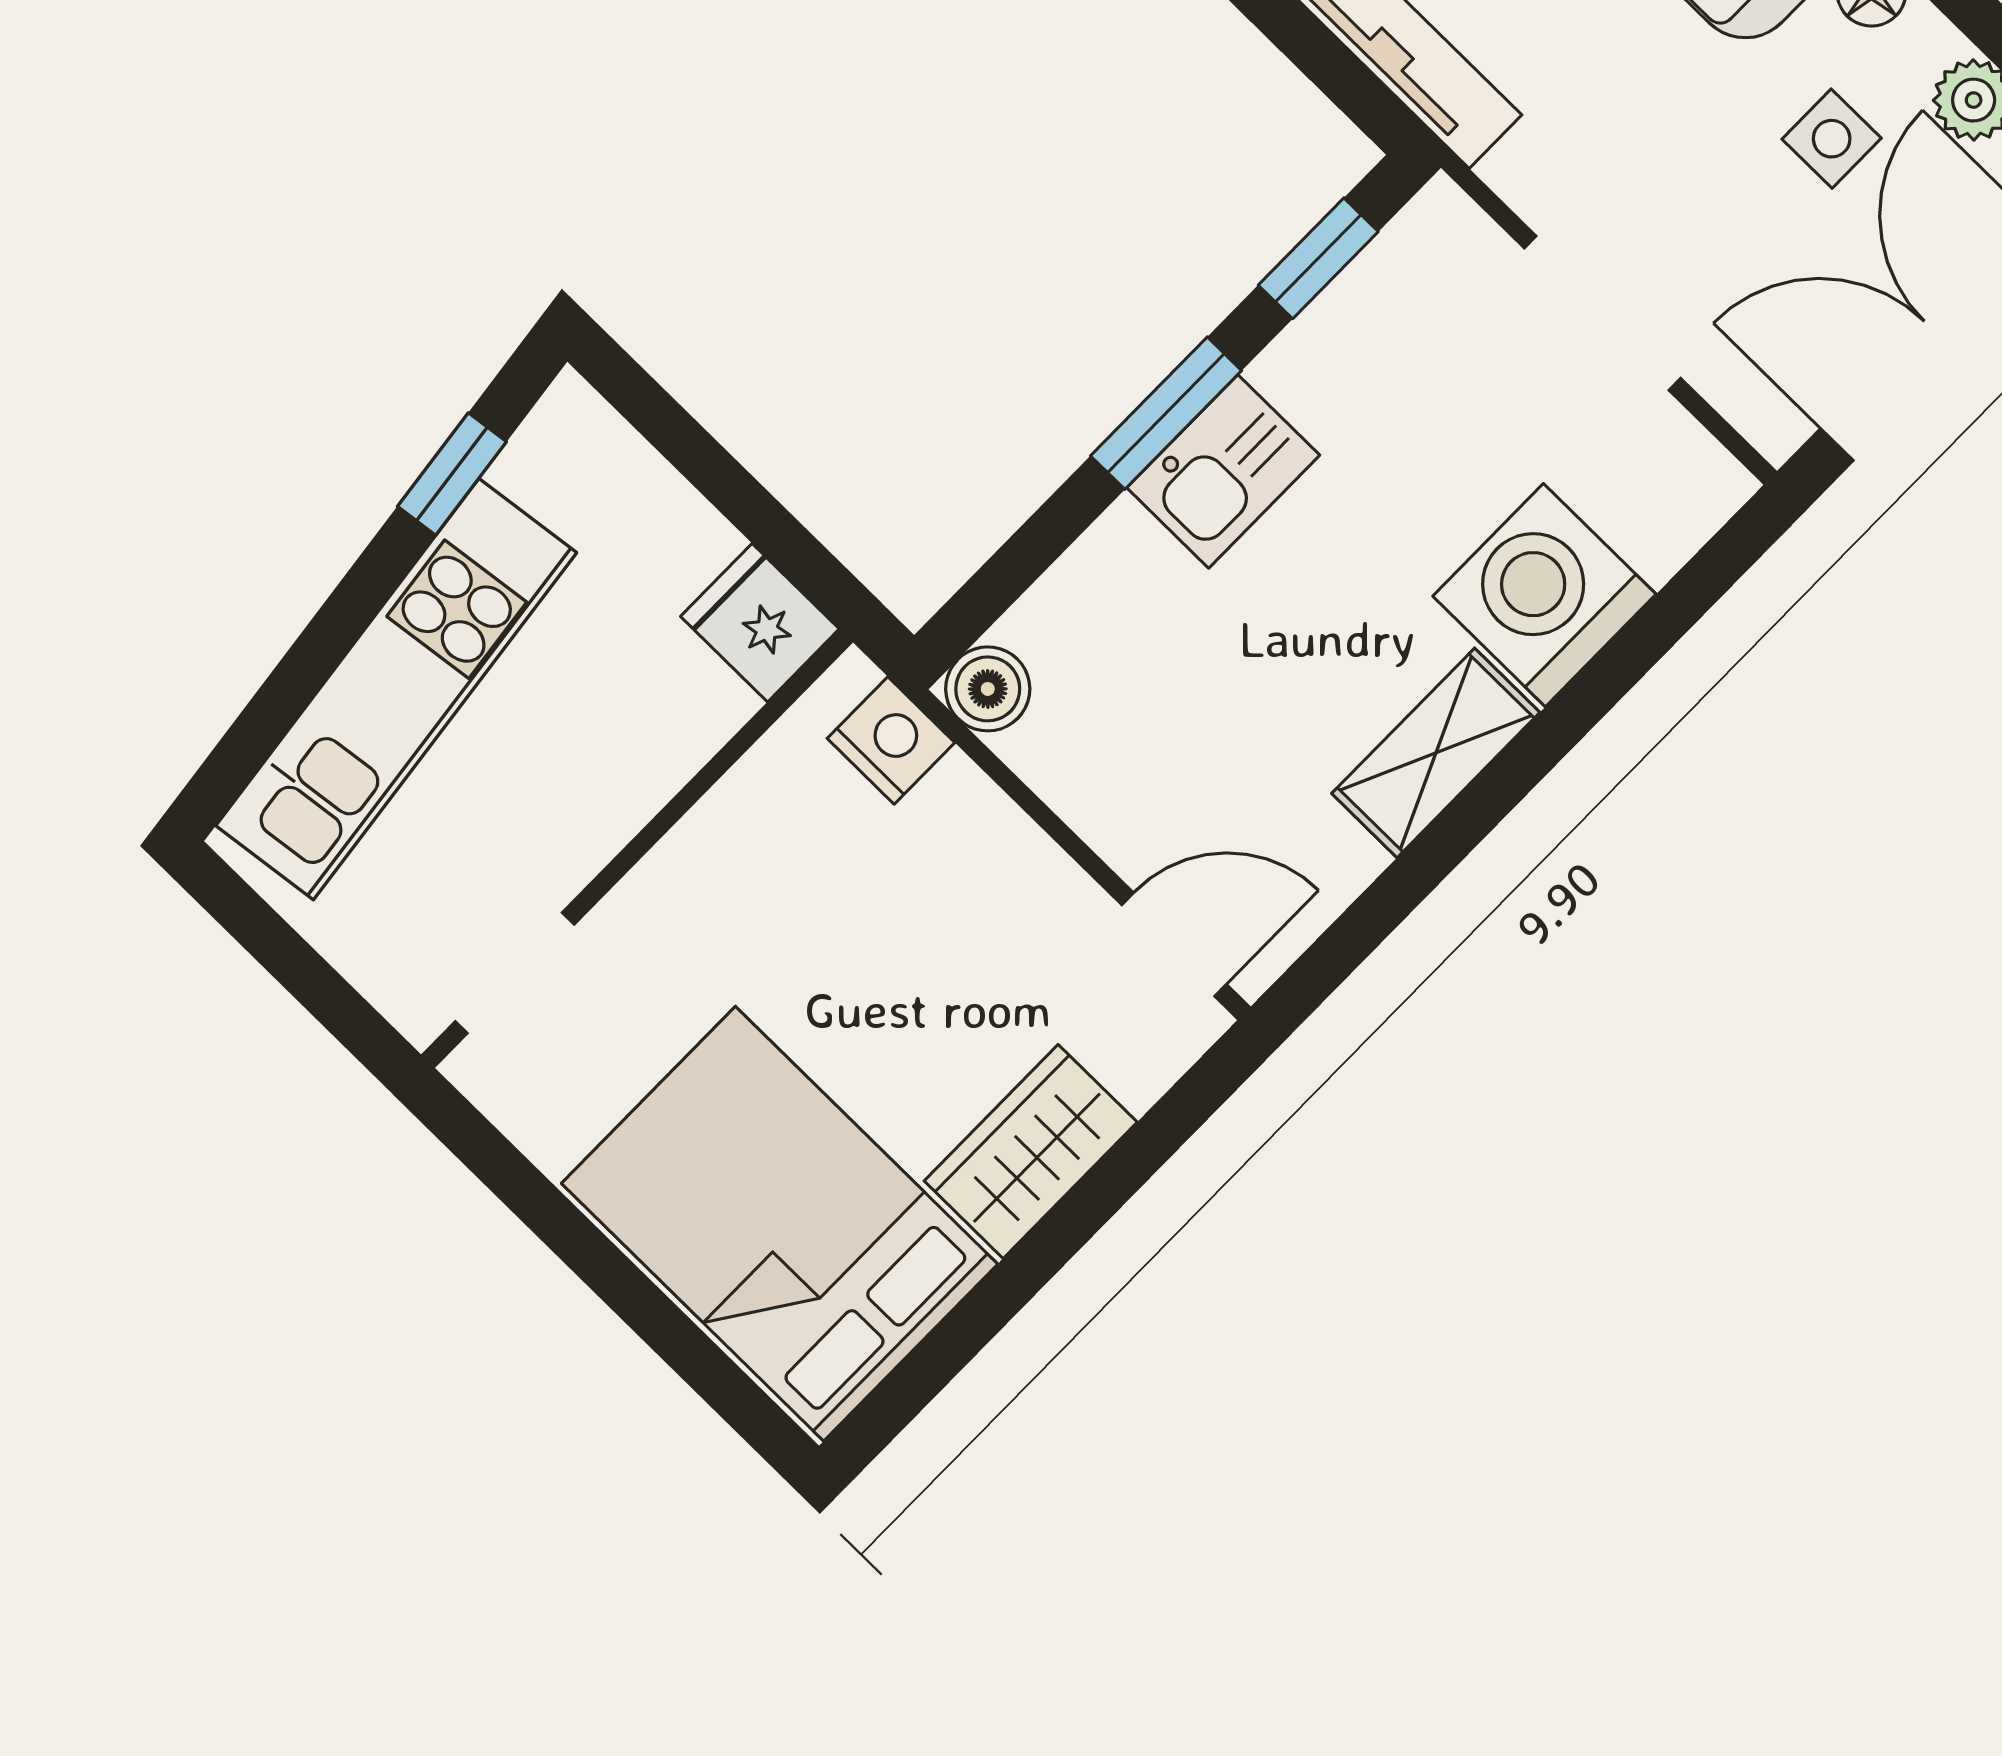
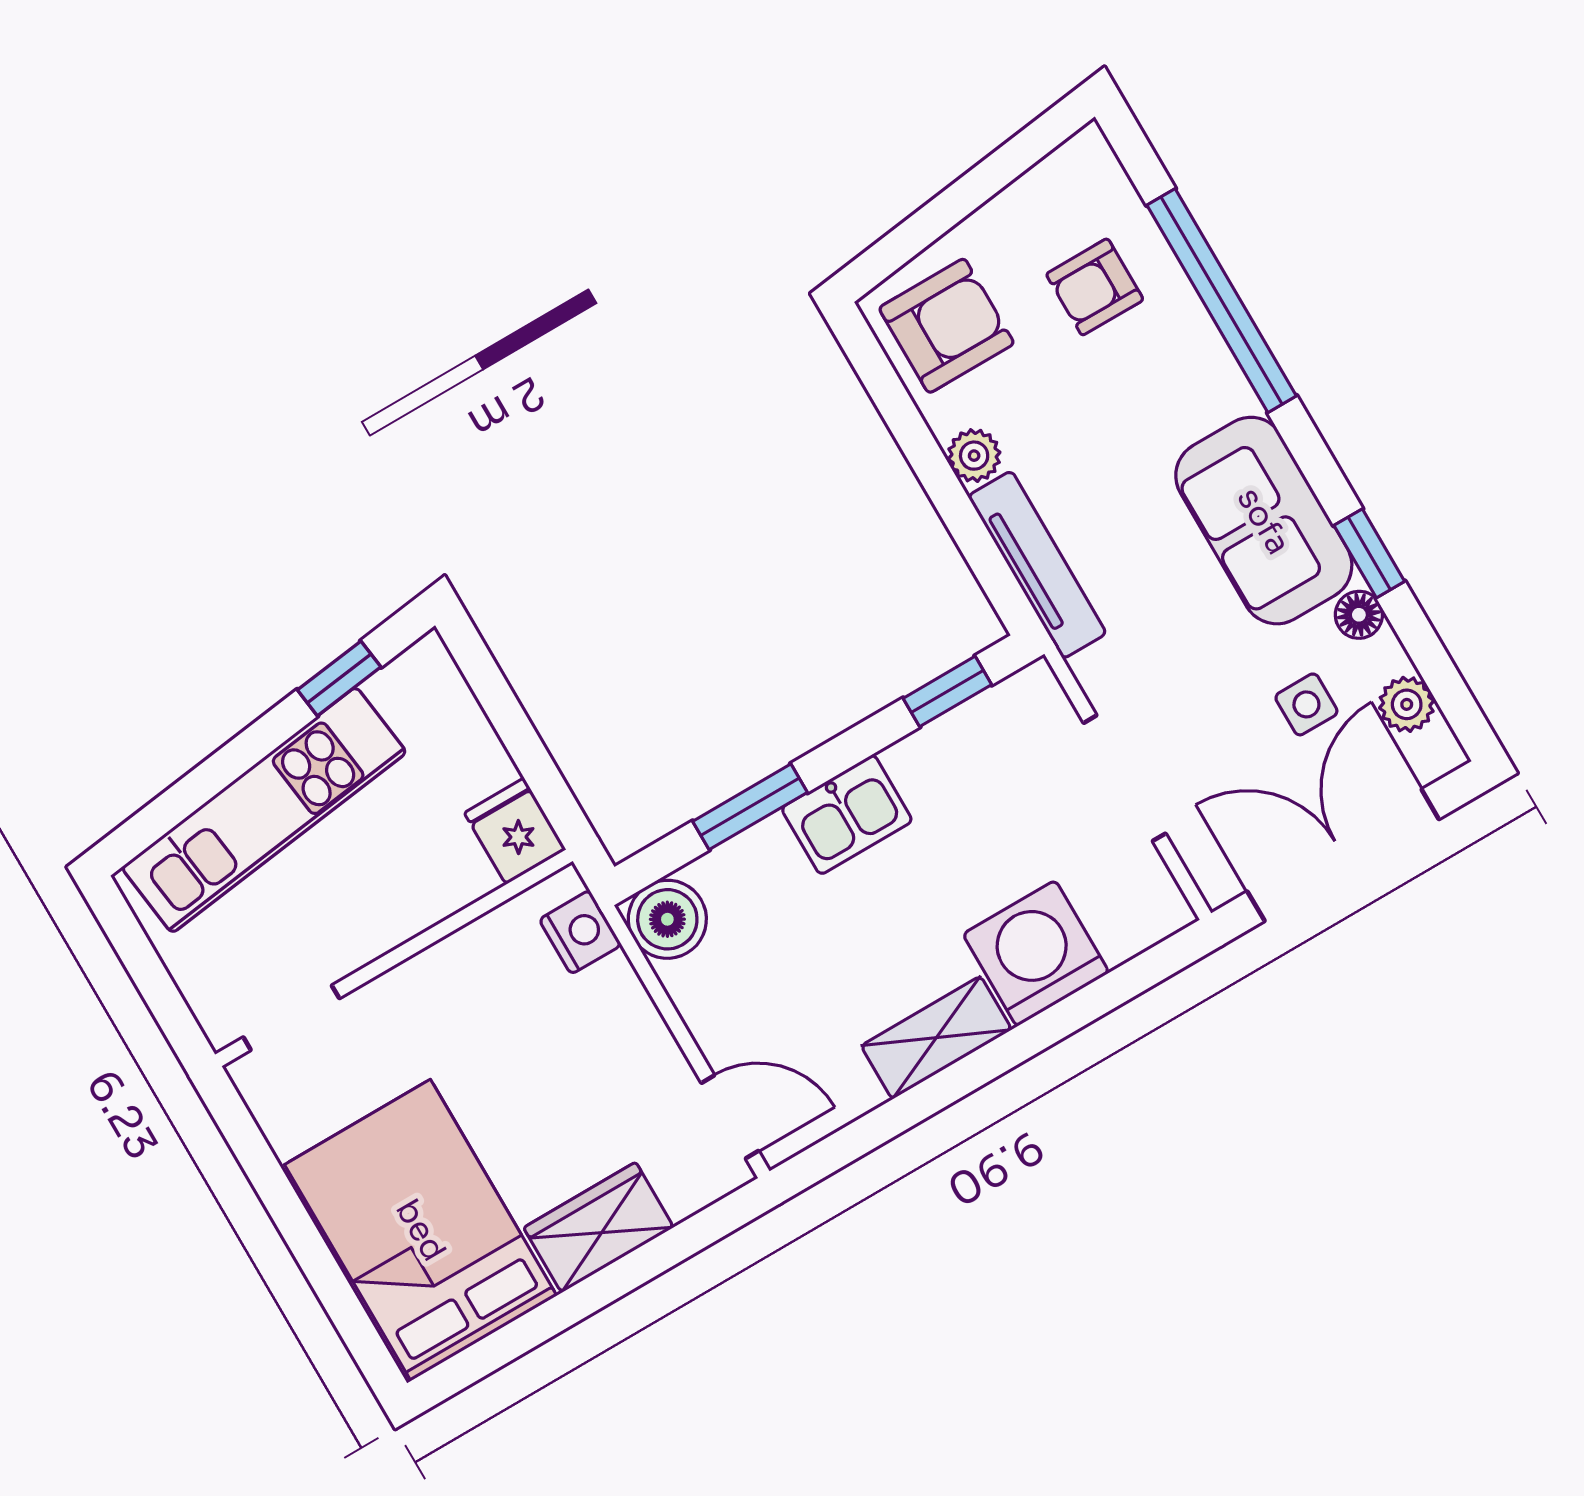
window: (1166, 413) -> (750, 807), moved
boiler: (988, 689) -> (667, 919), width x1.36, depth x1.36

